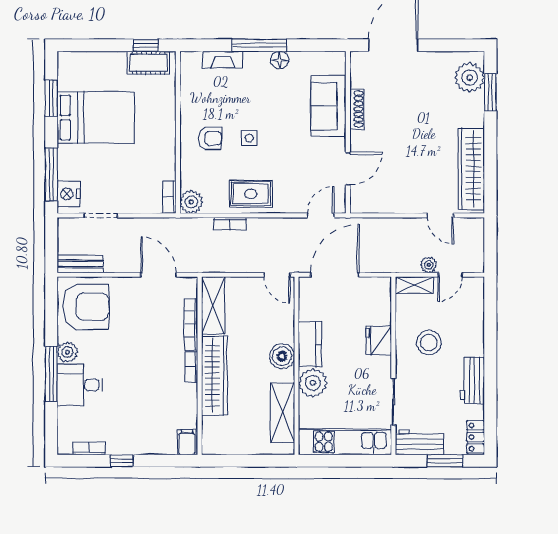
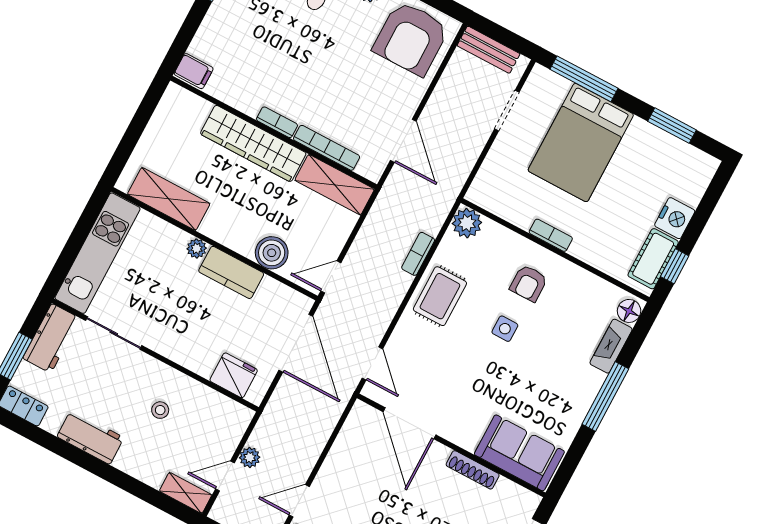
floor lamp: (280, 60) -> (629, 311), moved
sofa: (328, 106) -> (519, 453), moved
bed: (96, 118) -> (581, 143), moved
door: (348, 169) -> (410, 423), width x1.36
nightstand: (69, 194) -> (675, 218), moved, turned 90
bookcase: (169, 197) -> (551, 235), moved
bench: (80, 264) -> (489, 50), moved, turned 90
door: (158, 275) -> (403, 141), hinge flipped
door: (450, 275) -> (225, 476), hinge flipped
shelving: (414, 285) -> (186, 493), moved, turned 90
fridge: (379, 340) -> (234, 375), moved
stool: (429, 343) -> (160, 410), width x0.53, depth x0.53
boiler: (282, 356) -> (272, 253), moved
plant: (313, 383) -> (197, 248), width x0.53, depth x0.53

